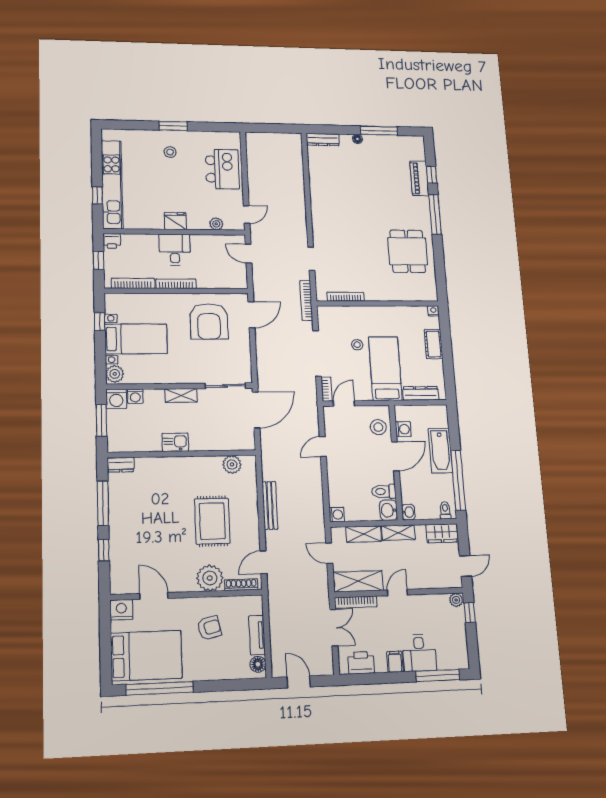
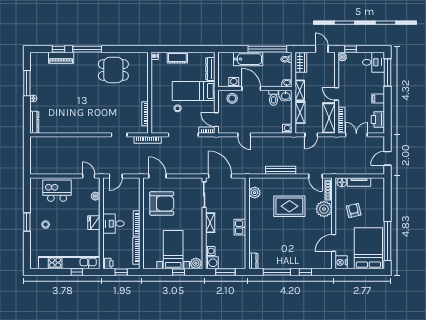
window: (100, 321) -> (179, 272), moved
desk: (419, 653) -> (374, 62), moved
floor lamp: (258, 664) -> (342, 182), moved

